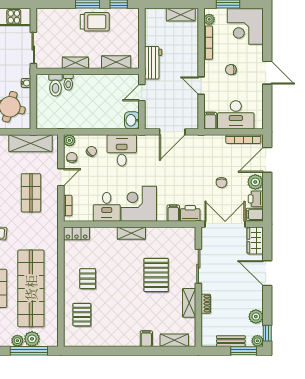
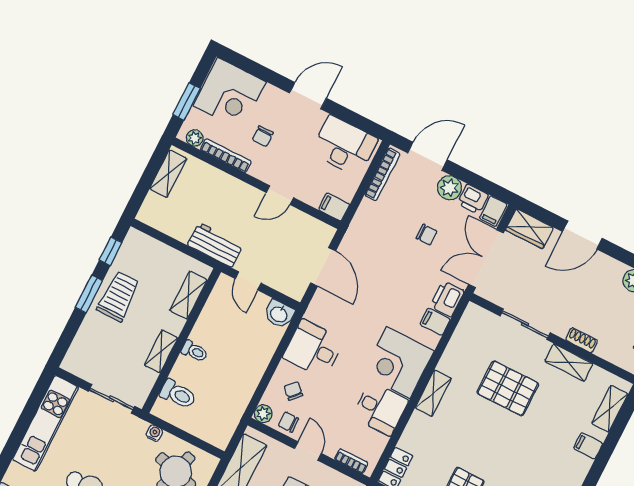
chair: (231, 70) -> (263, 136), moved
toilet: (68, 82) -> (195, 351), moved
desk: (236, 115) -> (344, 146), moved, turned -90
door: (267, 160) -> (427, 156), swing flipped

